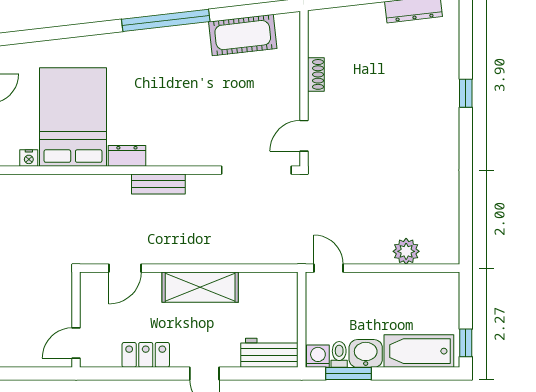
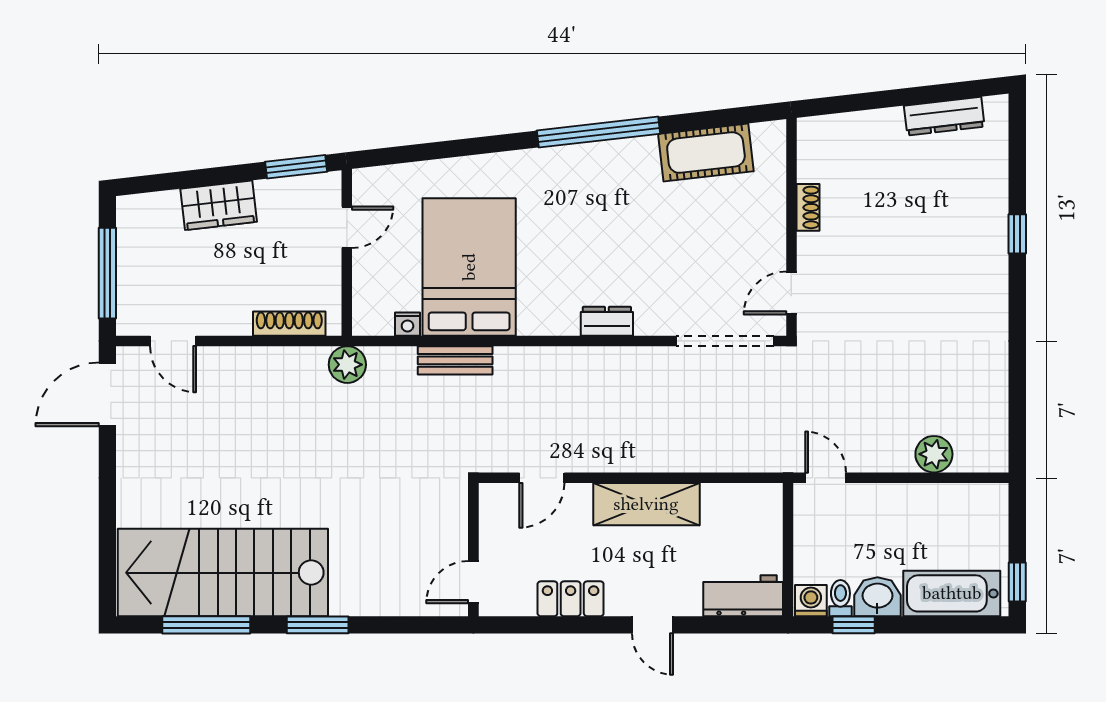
dresser: (127, 156) -> (607, 321), moved
bench: (158, 184) -> (455, 360), moved
window: (349, 374) -> (854, 625), width x0.67

